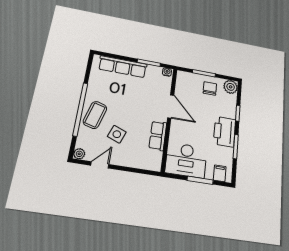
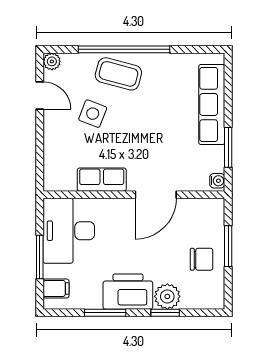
plant: (231, 87) -> (167, 296), moved

